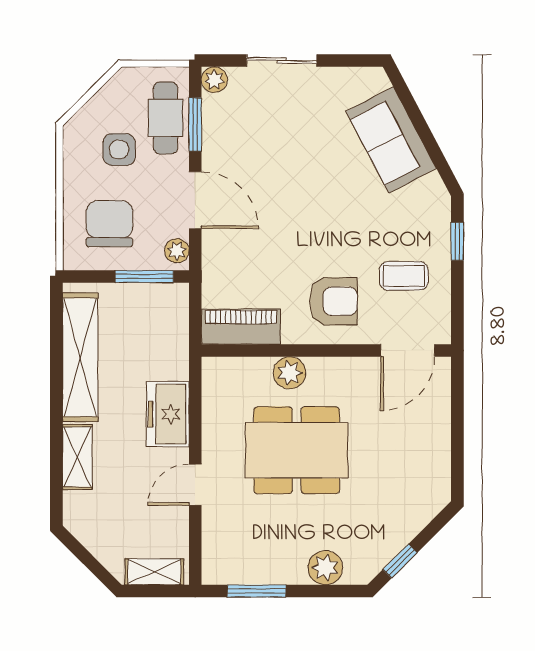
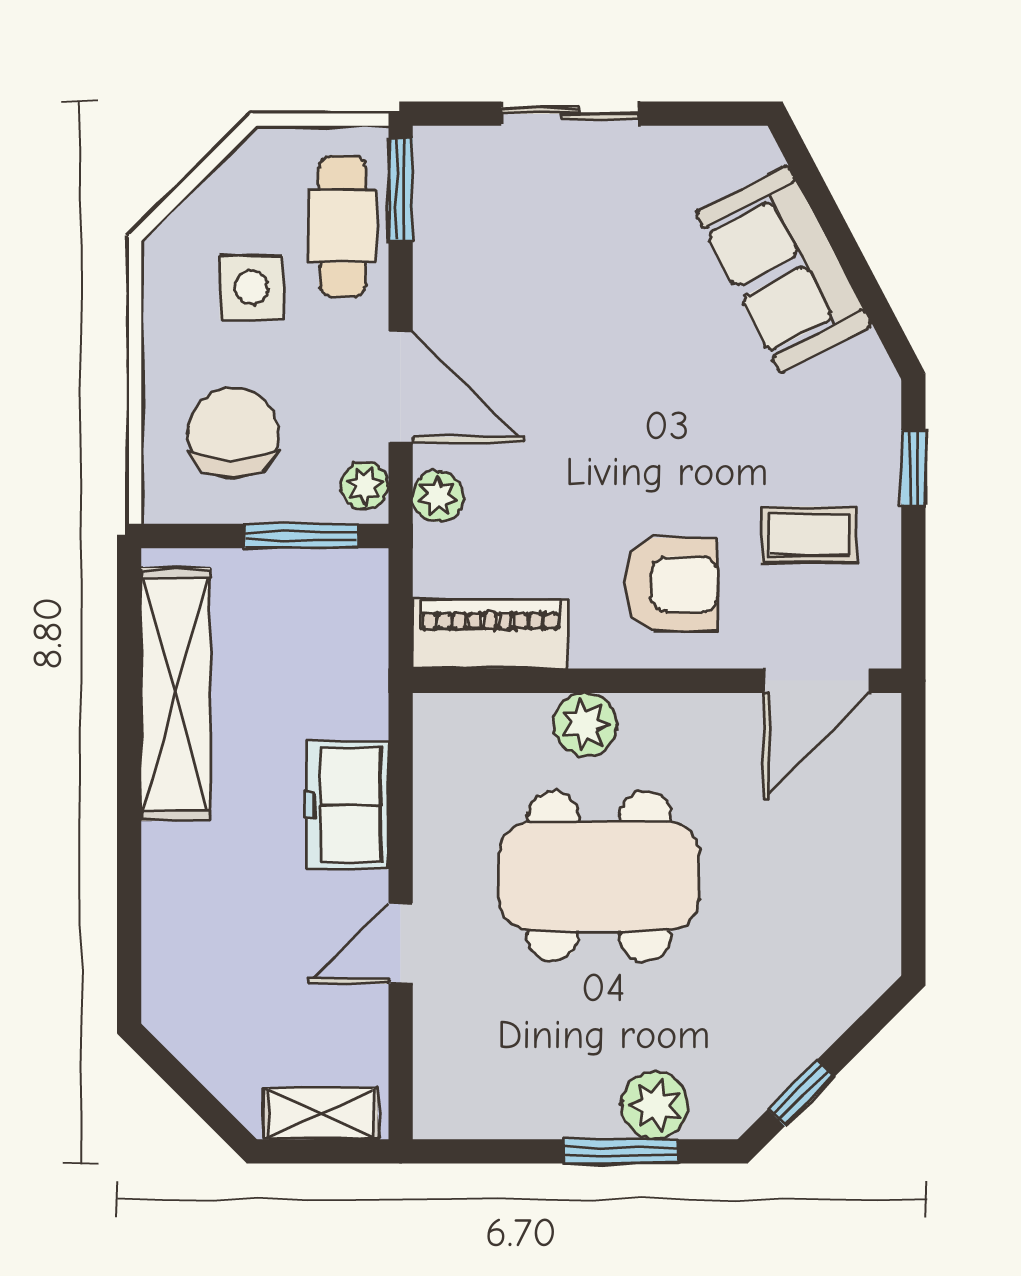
plant: (214, 80) -> (438, 496), moved
window: (195, 124) -> (401, 190), moved
shelving: (77, 457) -> (170, 889), removed
window: (257, 591) -> (621, 1151), moved

